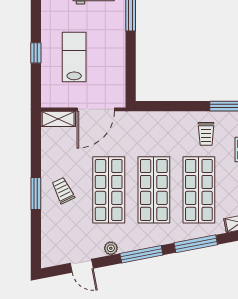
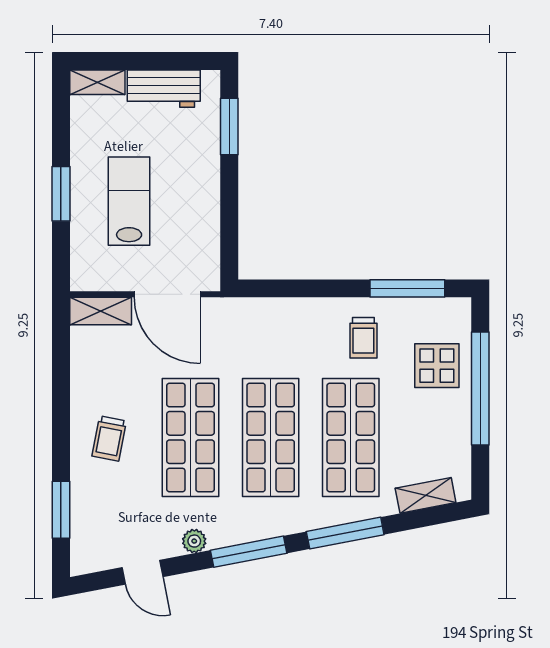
window: (36, 53) -> (61, 194), width x1.50
door: (96, 109) -> (167, 294), hinge flipped
trolley: (63, 190) -> (109, 438), turned -143
window: (36, 193) -> (61, 510), moved

